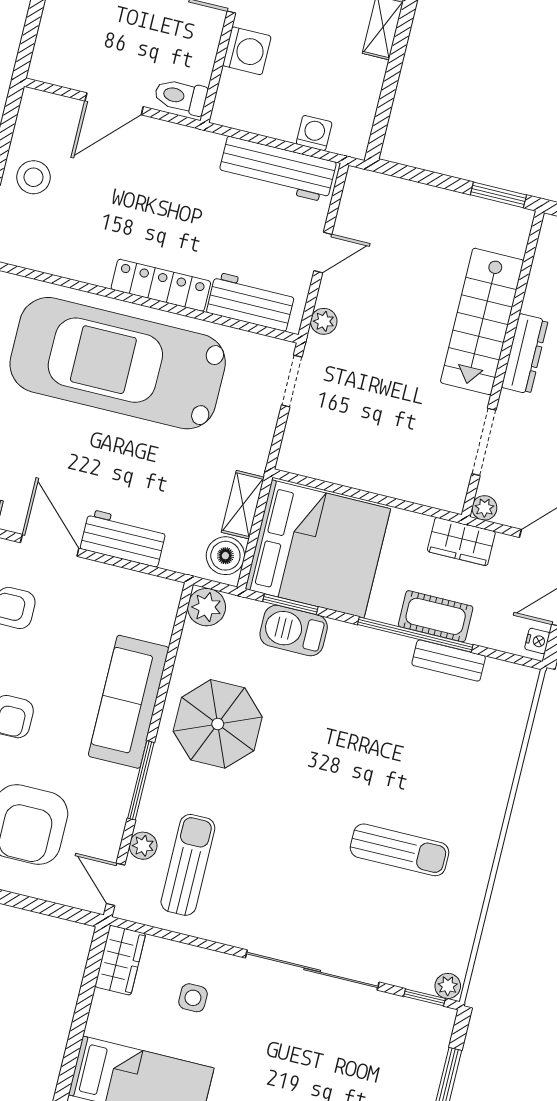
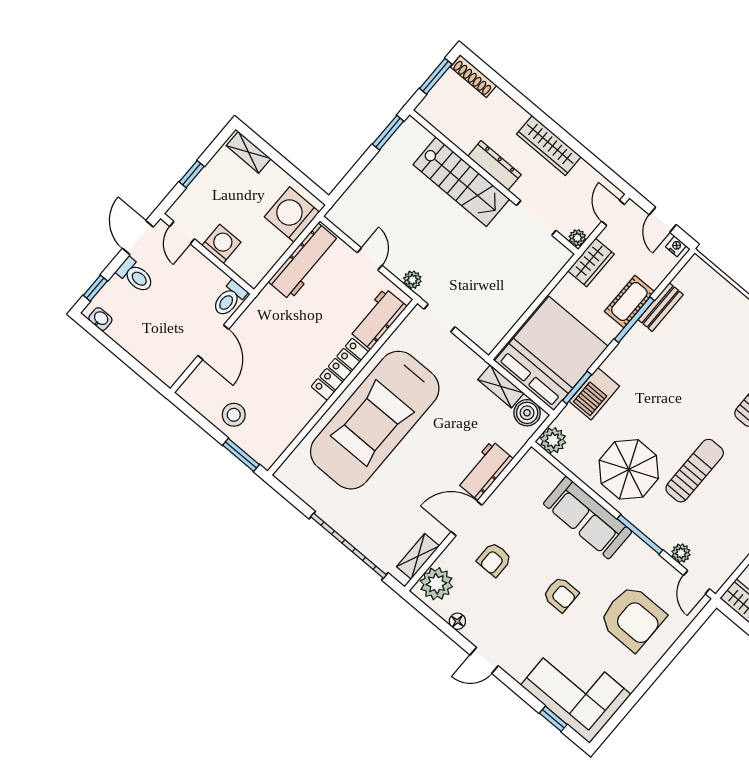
washing machine: (314, 133) -> (292, 215), width x1.89, depth x1.89
window: (415, 635) -> (634, 320), width x0.68
sun lounger: (188, 865) -> (695, 471), moved, turned 90
door: (116, 884) -> (696, 582), hinge flipped

